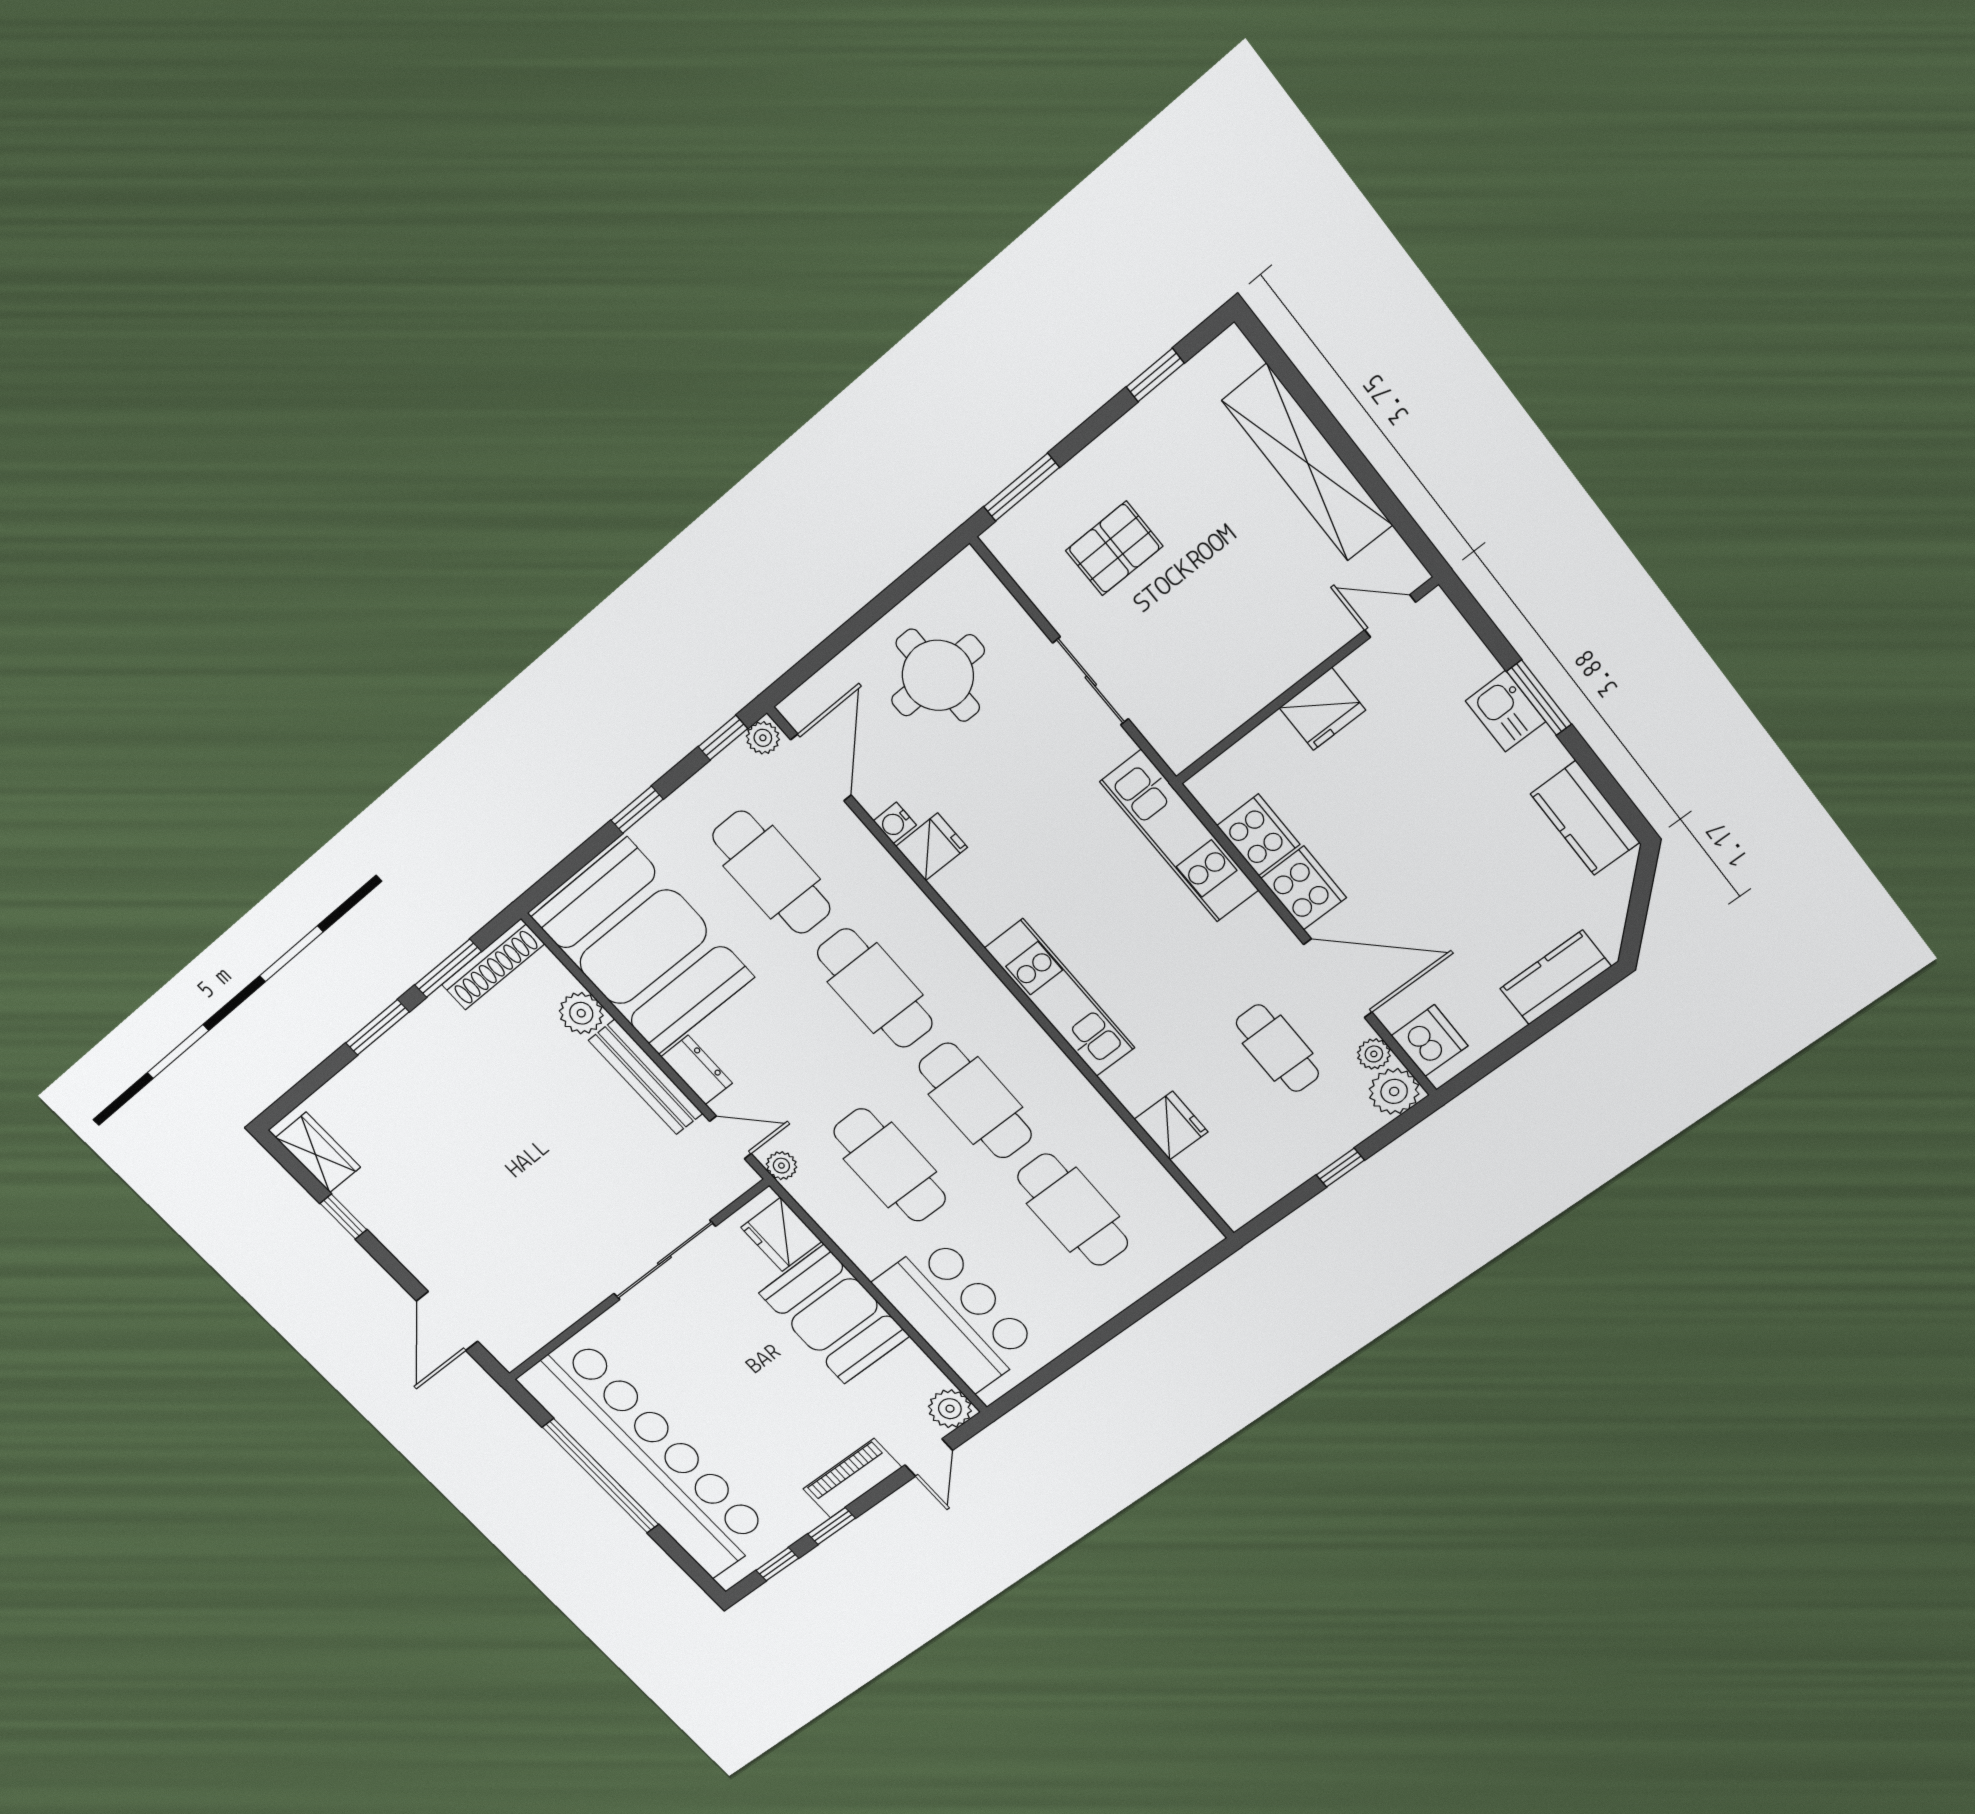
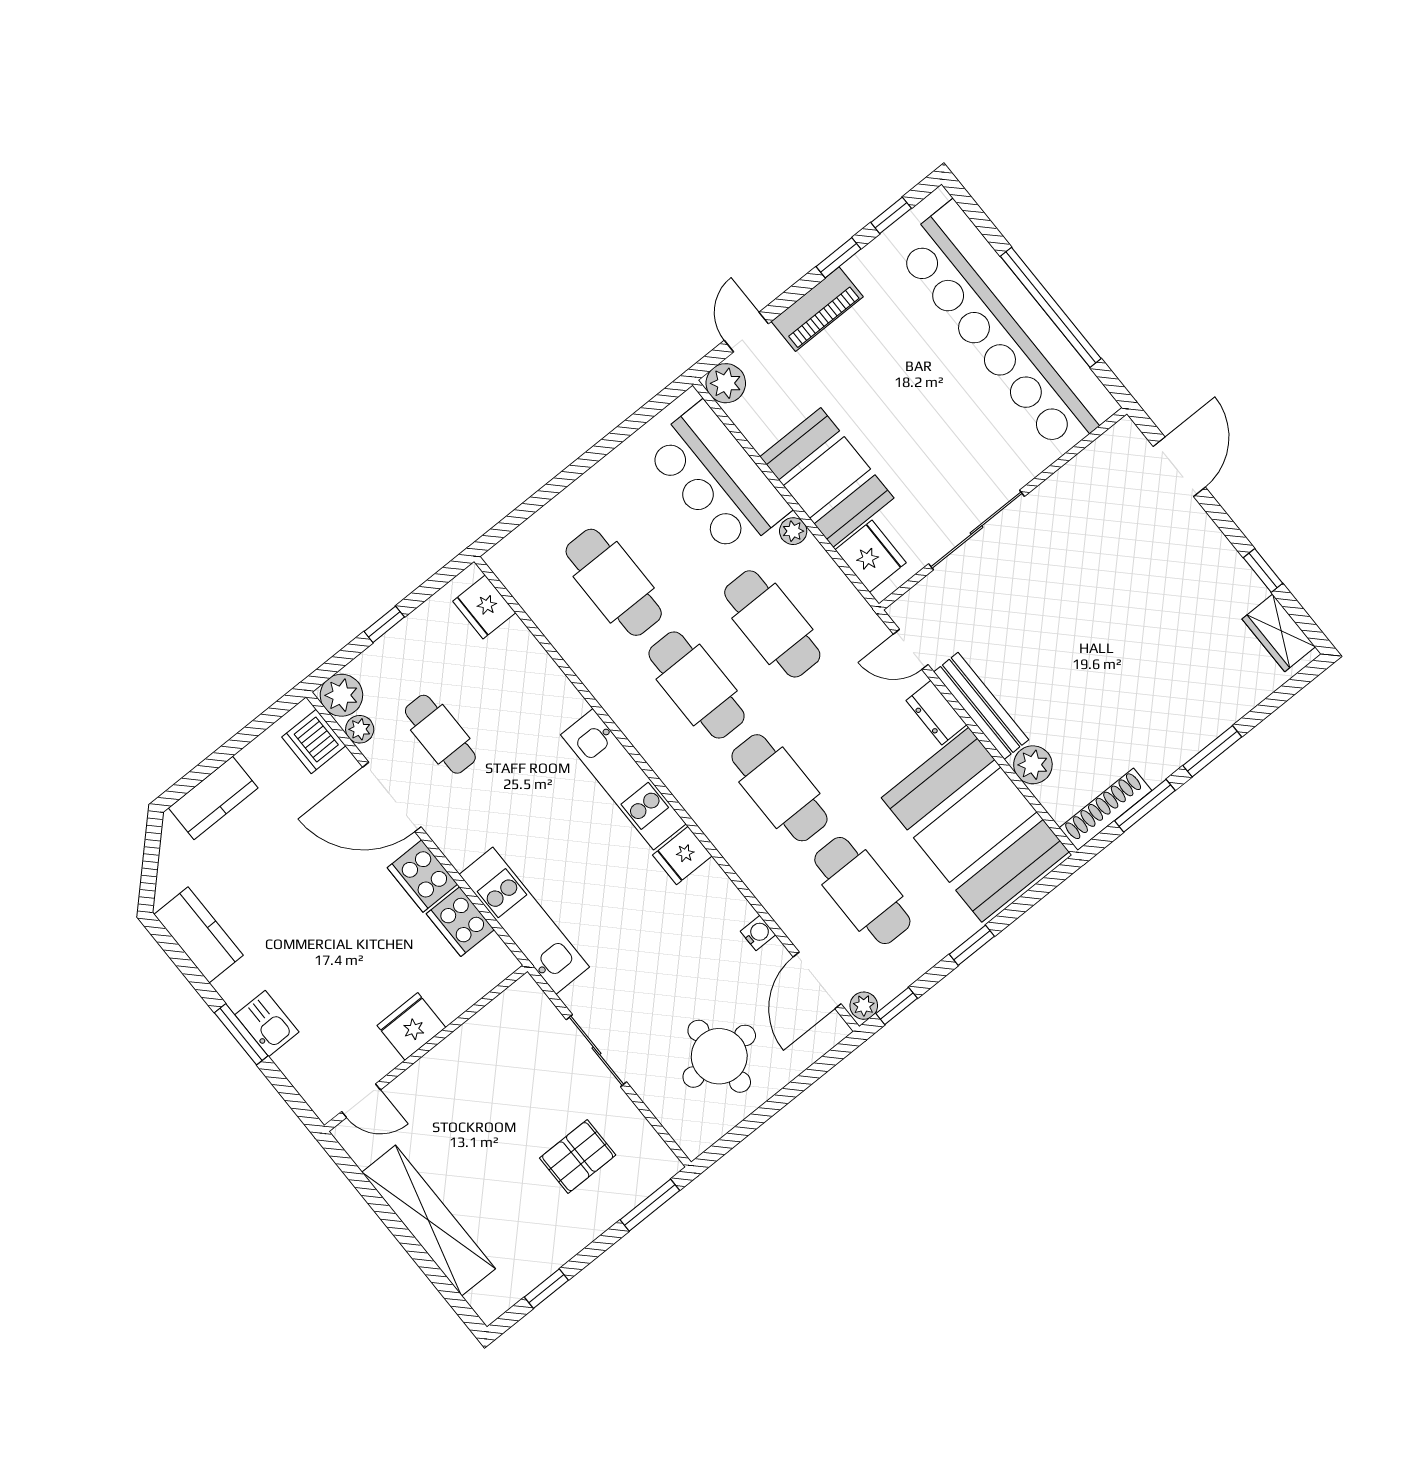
fridge: (932, 847) -> (682, 855), moved
fridge: (1171, 1126) -> (484, 607), moved
plant: (781, 1166) -> (793, 531), moved

